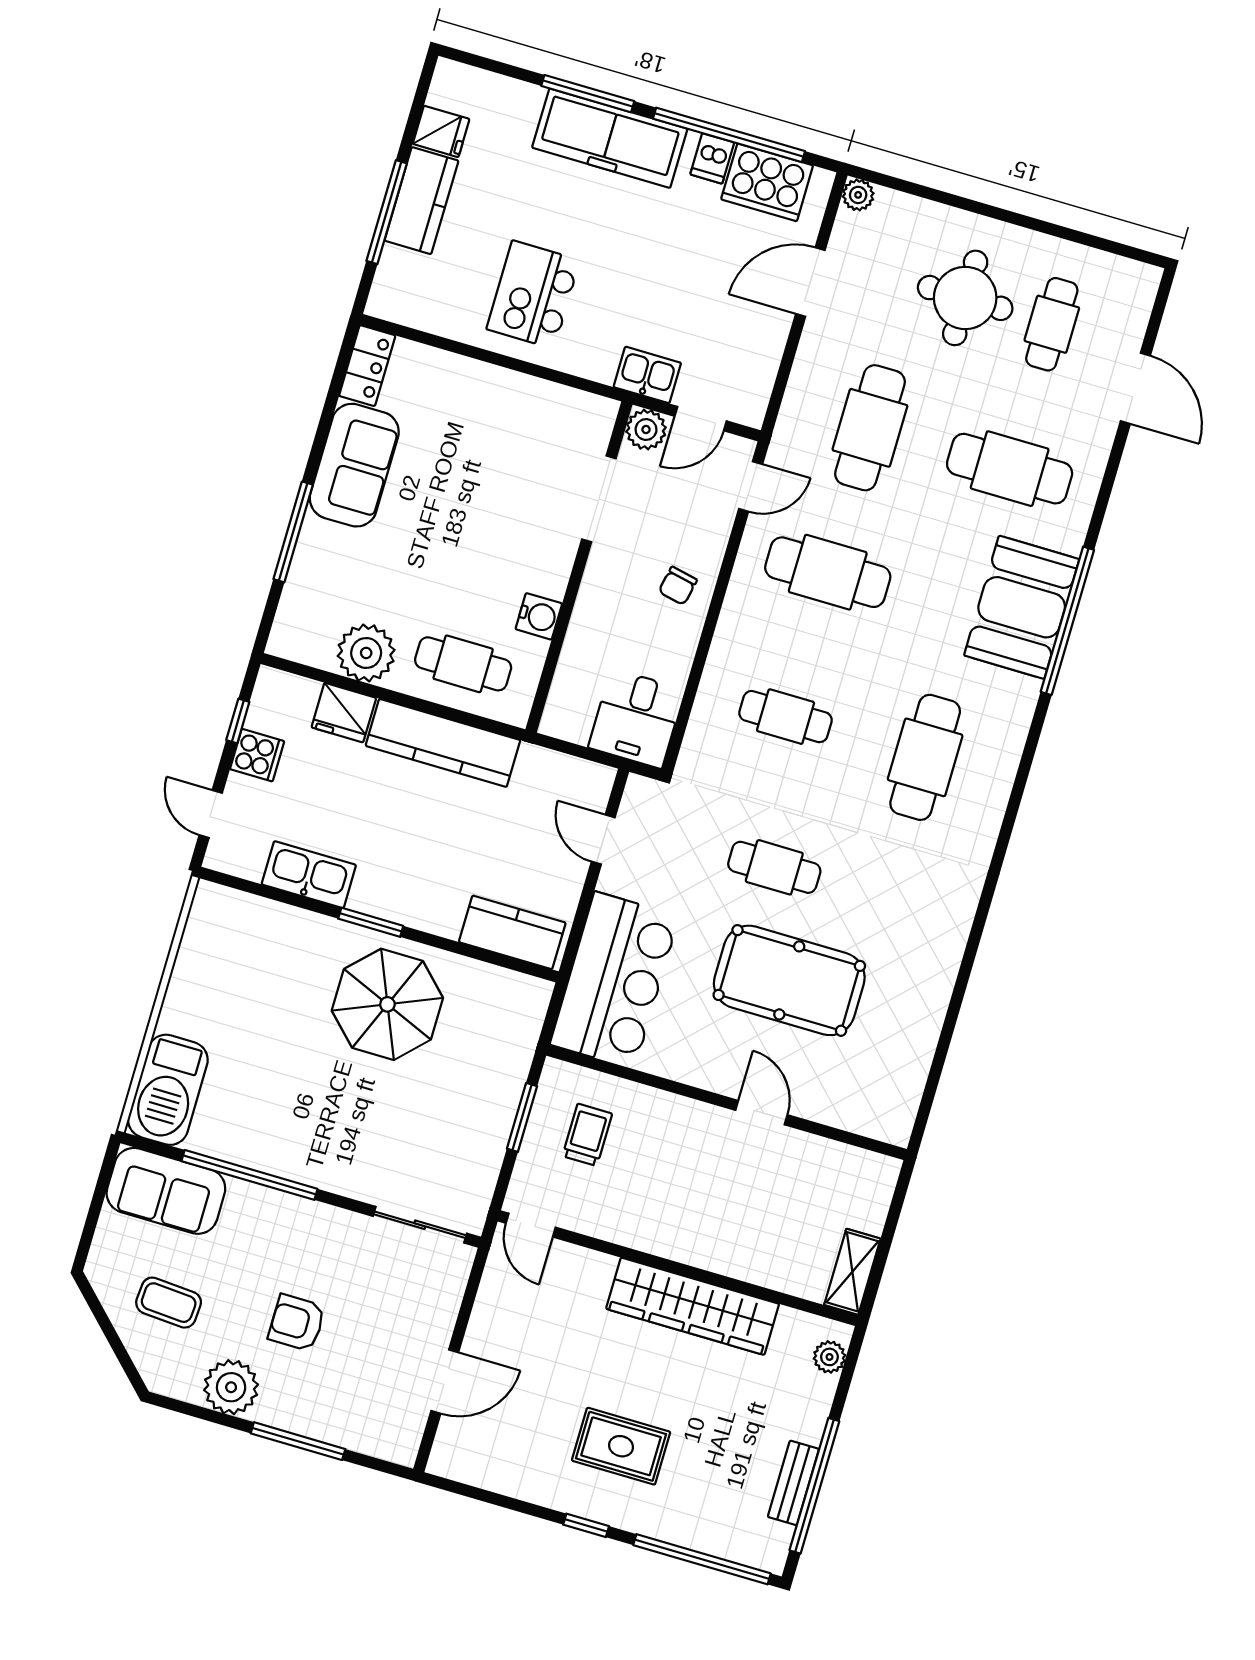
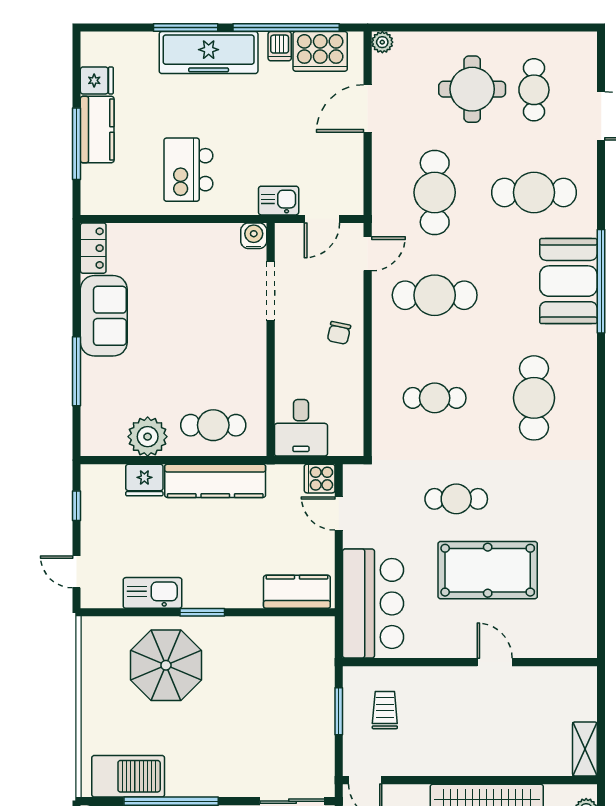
plant: (646, 430) -> (288, 237), removed
water cooler: (539, 616) -> (254, 236), moved, turned -90
desk: (636, 719) -> (301, 428), moved
cooker: (257, 755) -> (320, 479), moved, turned 180
parasol: (387, 1004) -> (166, 665), moved
barbecue: (168, 1090) -> (128, 776), moved, turned -90

